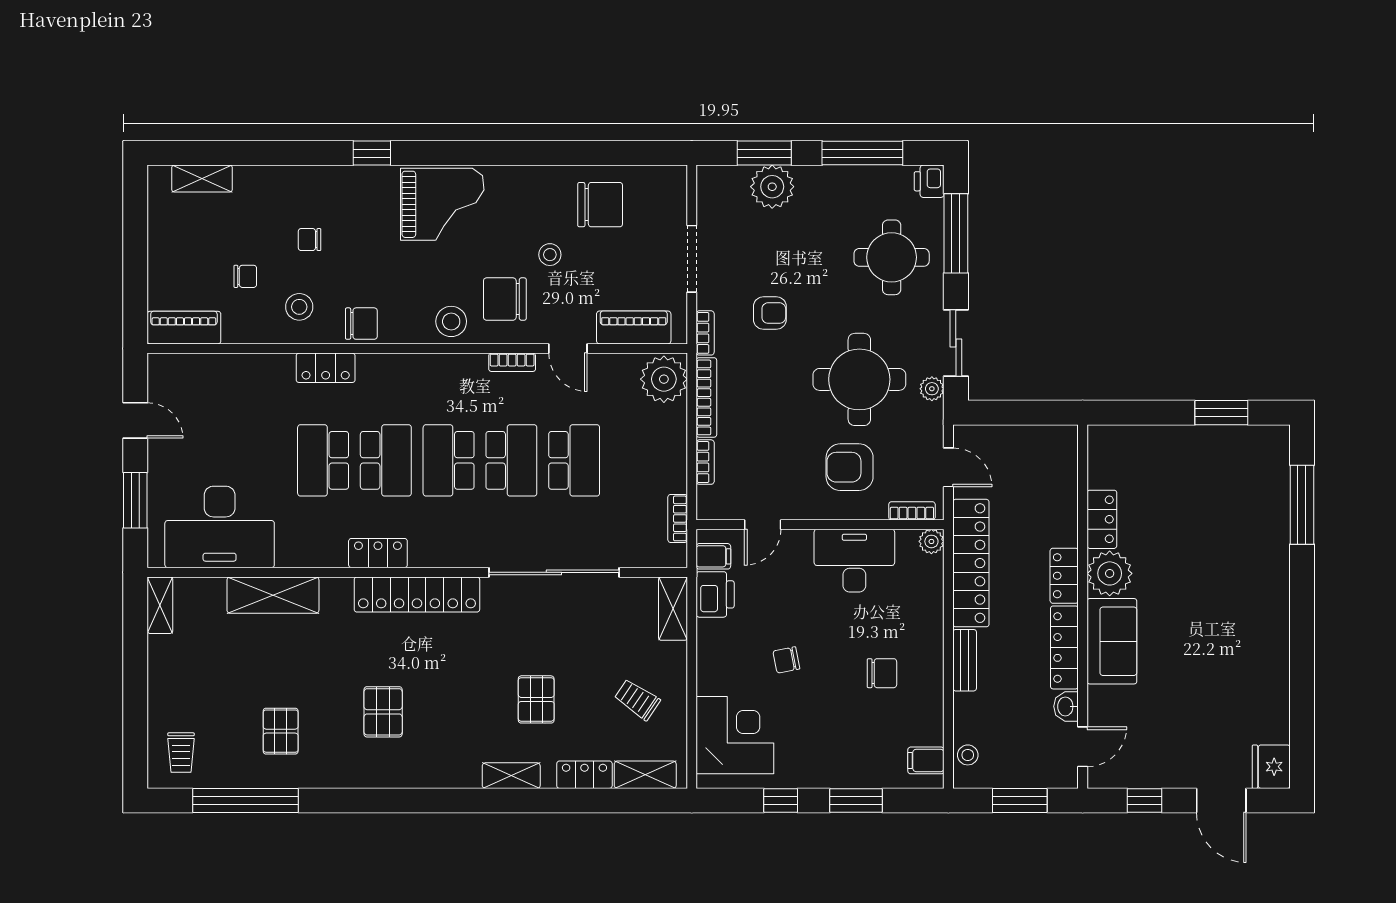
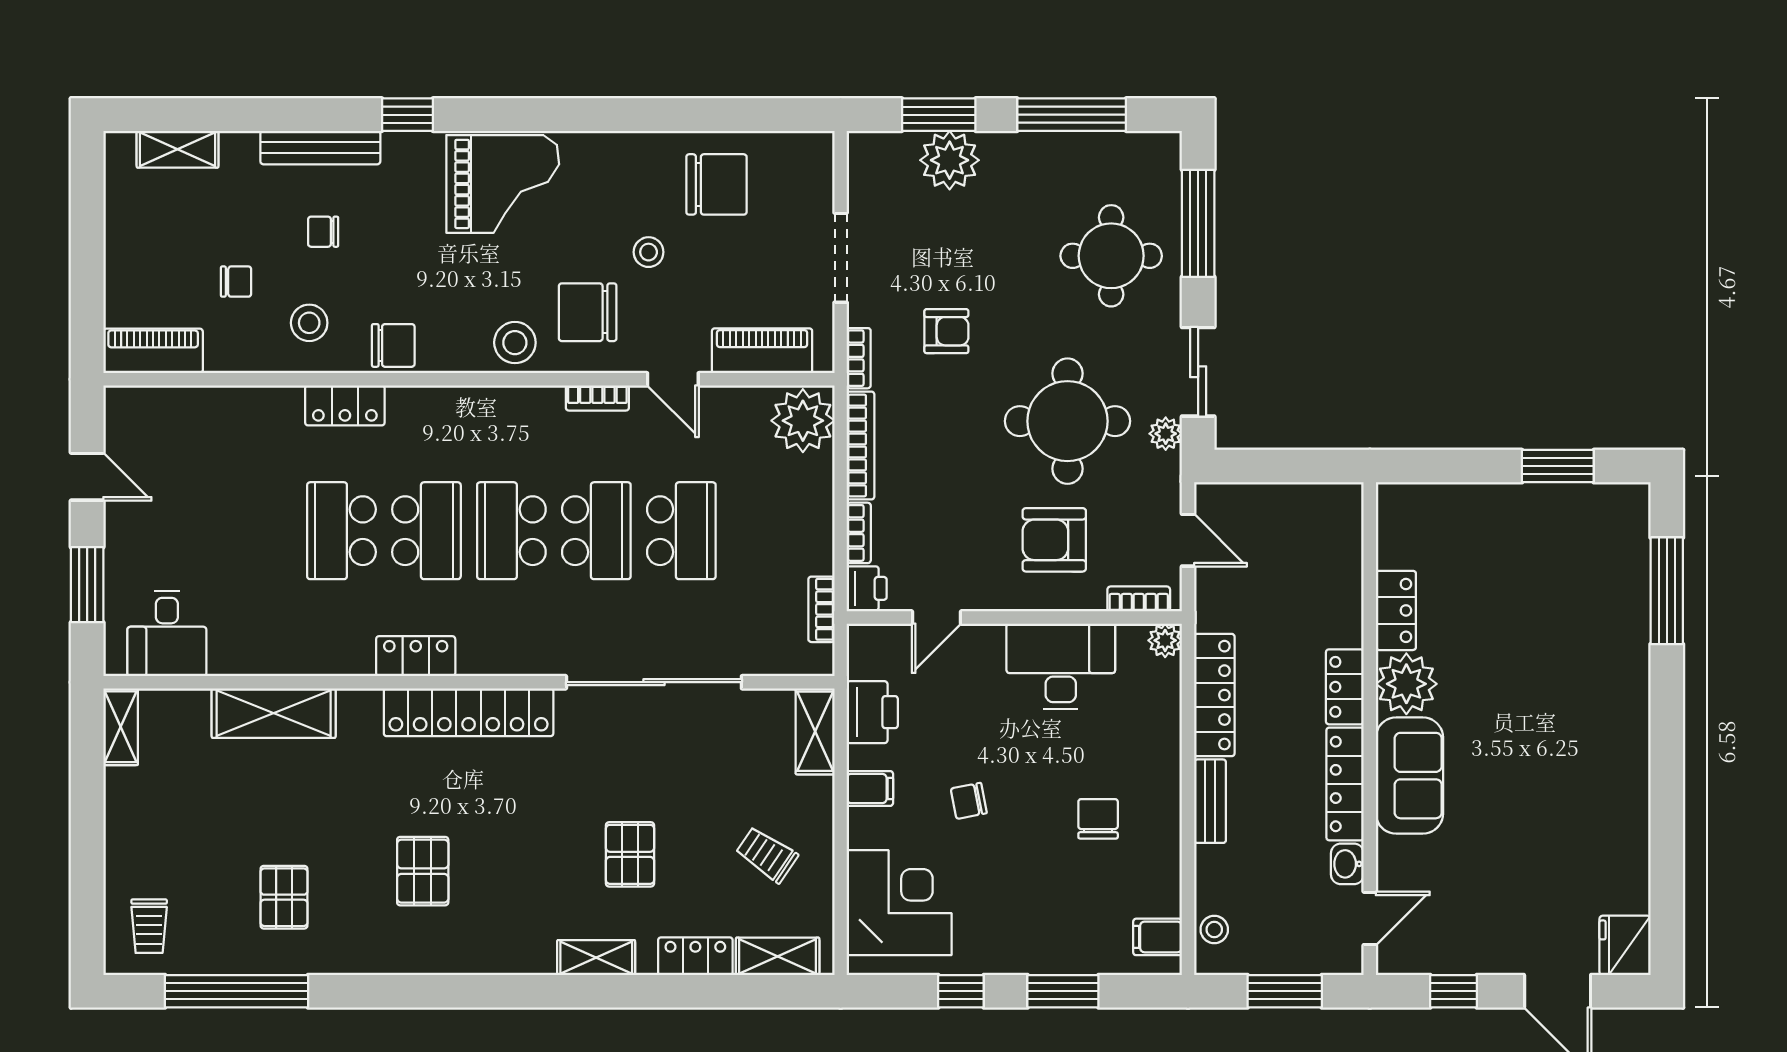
bench: (307, 177) -> (320, 148), added
printer: (929, 181) -> (867, 588), moved, turned 180
desk: (220, 527) -> (167, 634), width x0.53, depth x0.77
filing cabinet: (713, 556) -> (870, 788), moved
locker: (971, 563) -> (1214, 695), width x0.71, depth x0.83
chair: (882, 673) -> (1098, 819), turned -90

